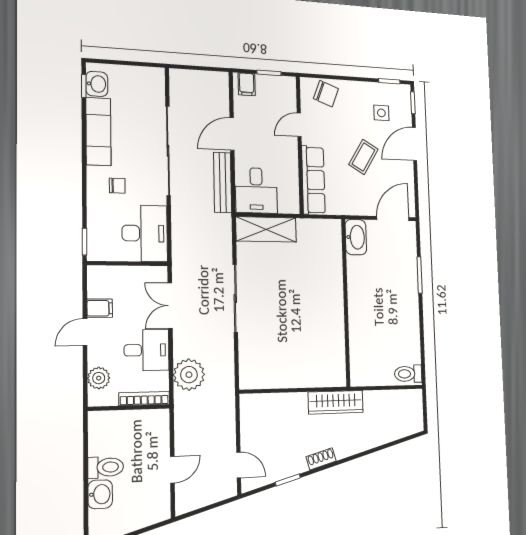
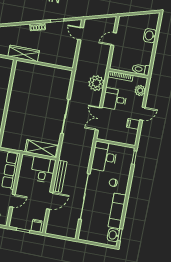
double door: (170, 306) -> (99, 119), swing flipped
toilet: (106, 467) -> (141, 69), moved

